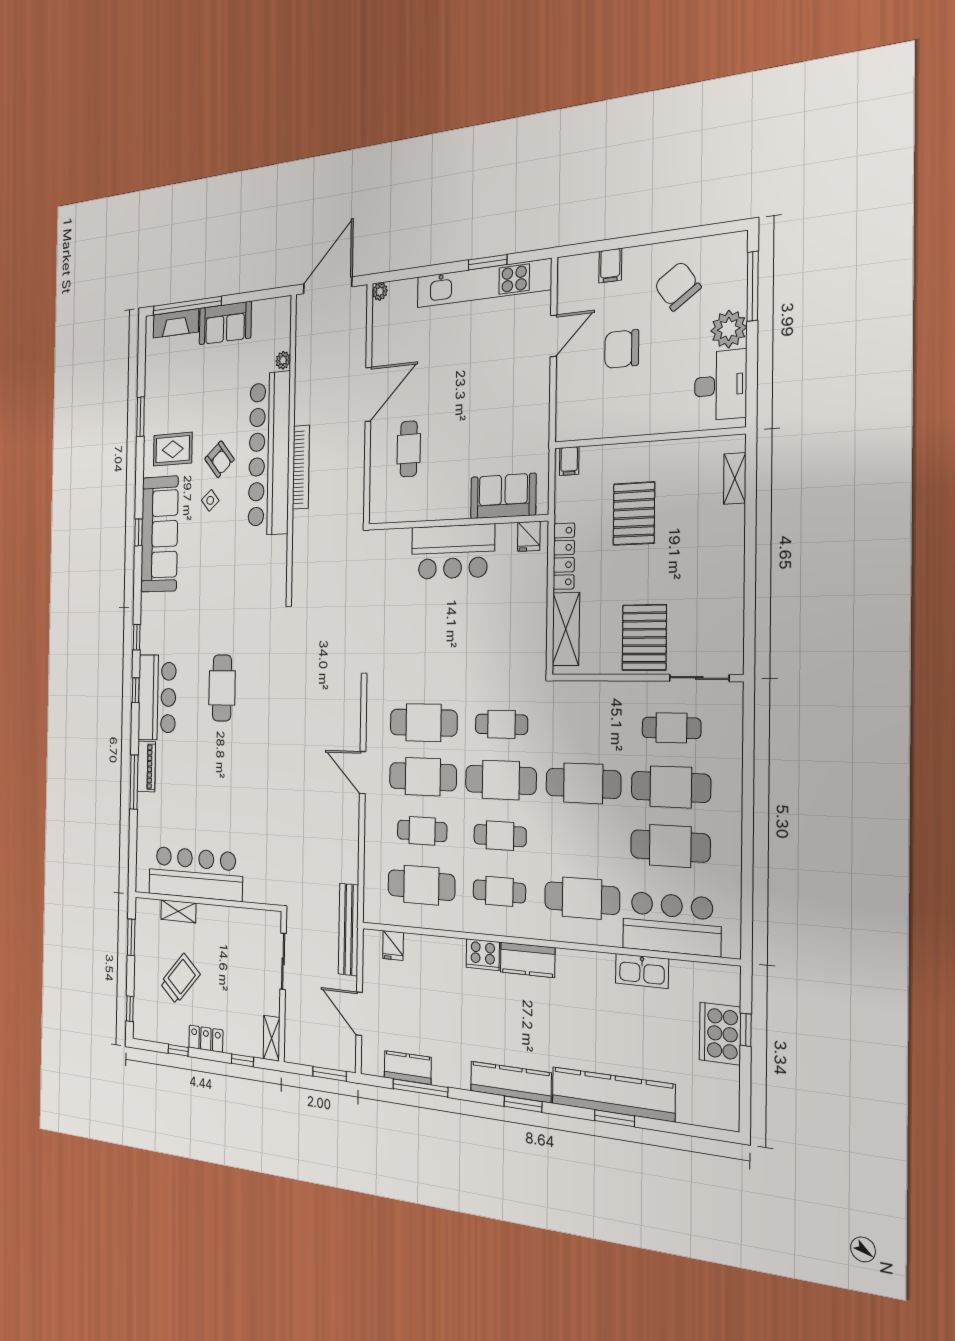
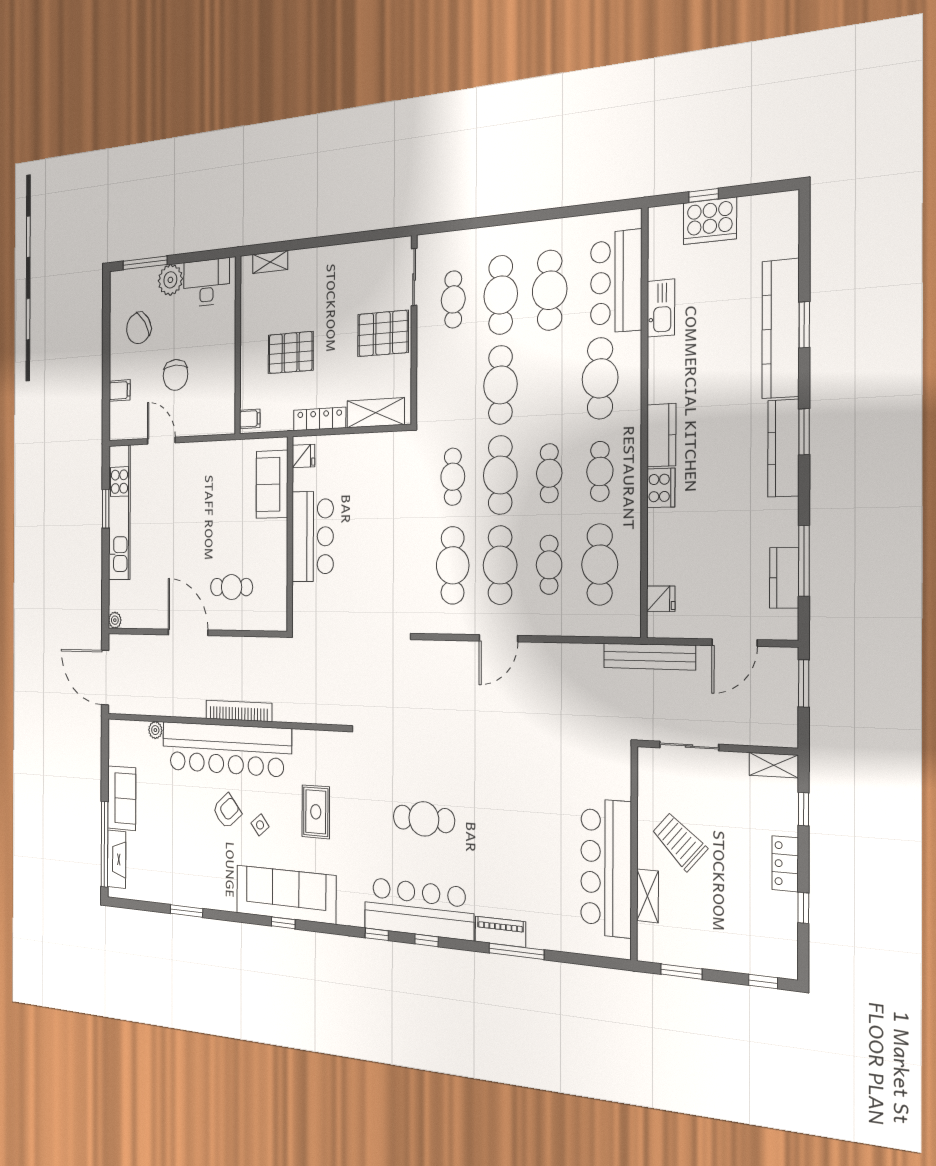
rug: (173, 449) -> (316, 812), moved
bar counter: (157, 697) -> (419, 909), width x1.36
trolley: (180, 979) -> (679, 841), moved

